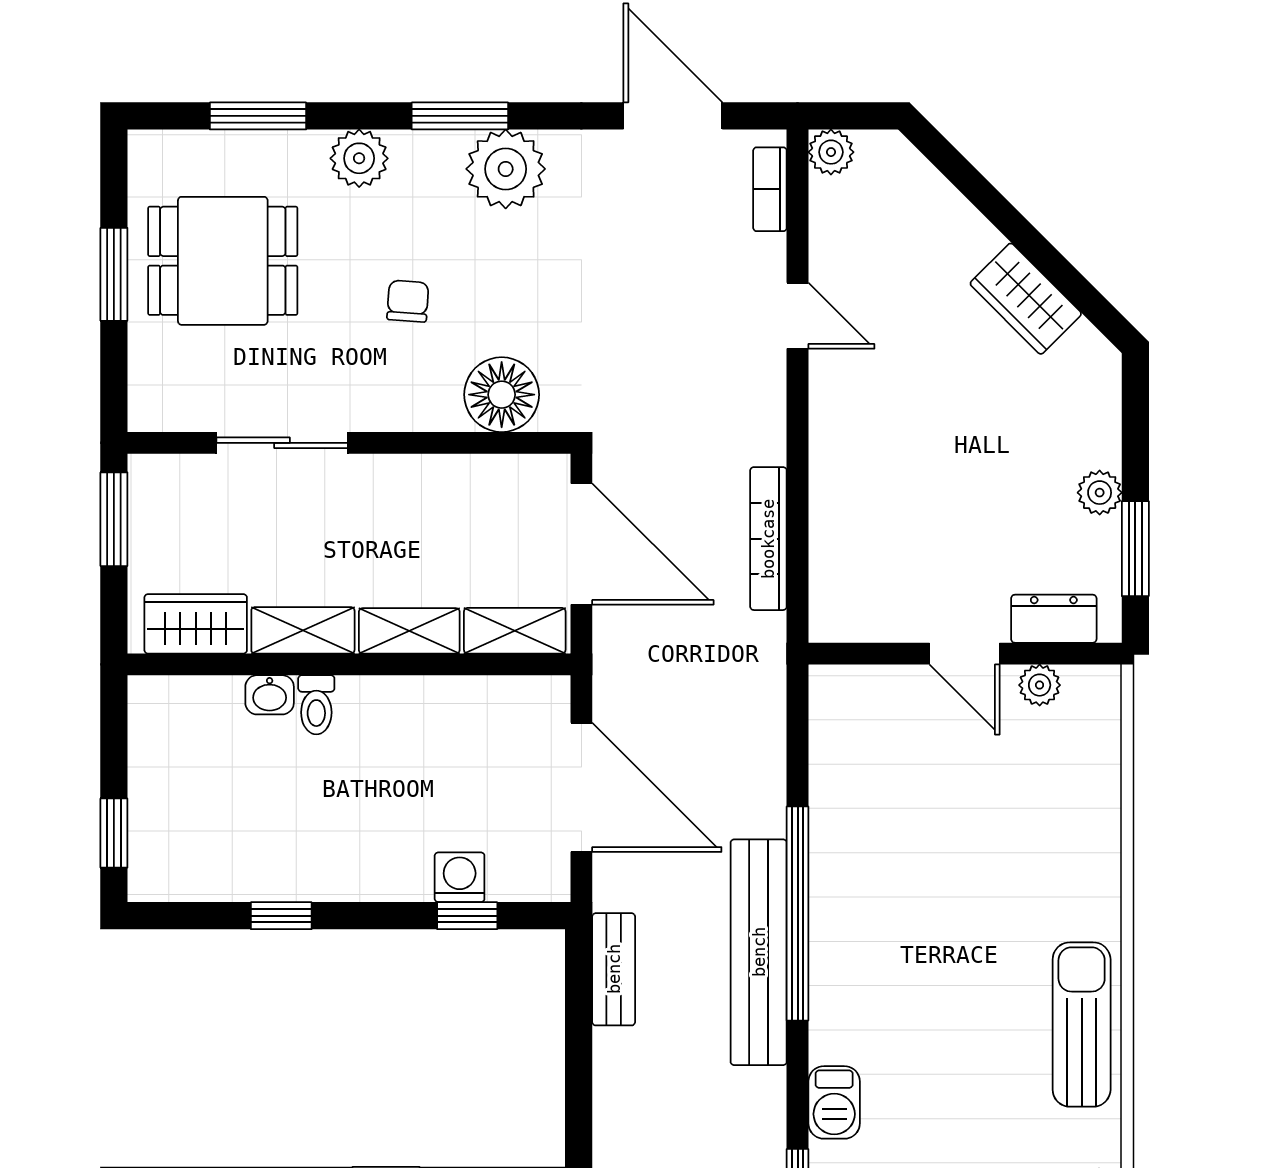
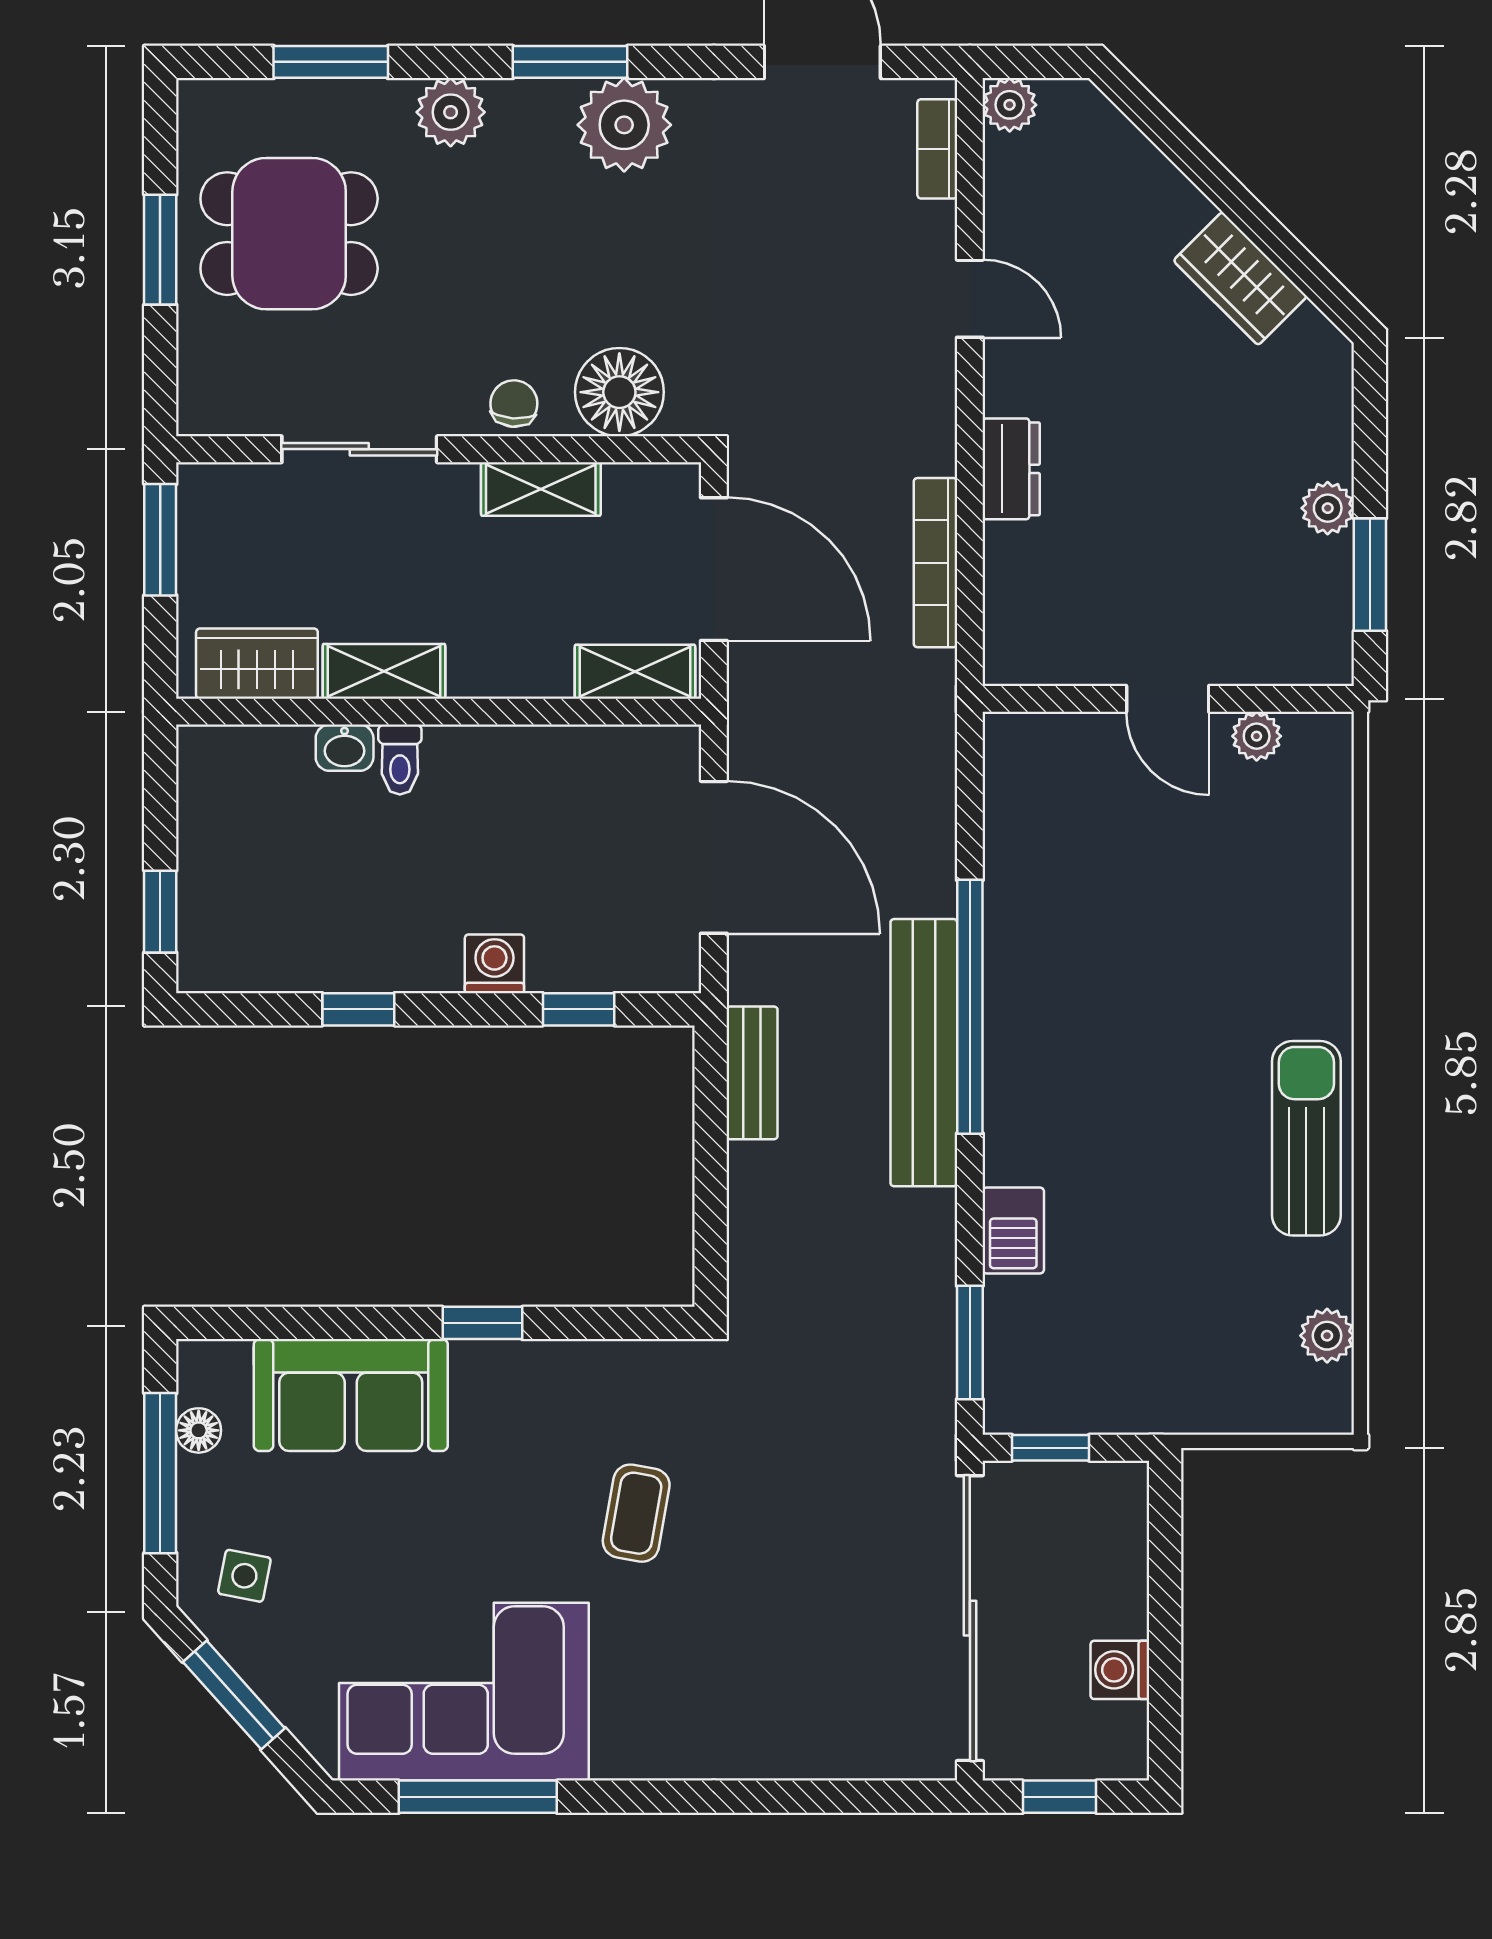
chair: (408, 301) -> (514, 404), moved
dresser: (1054, 619) -> (1011, 469), moved, turned 90
shelving: (409, 631) -> (541, 489), moved
washing machine: (460, 877) -> (494, 964), moved

